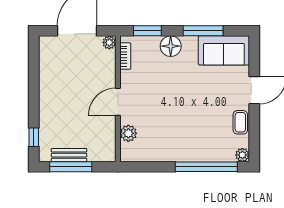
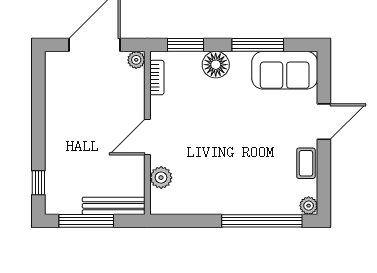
bench: (69, 155) -> (114, 206), moved, width x1.36

